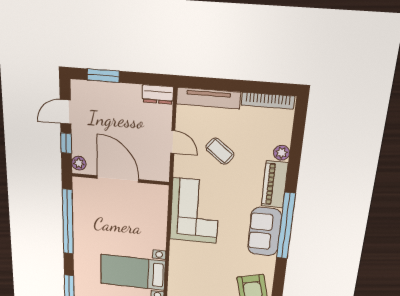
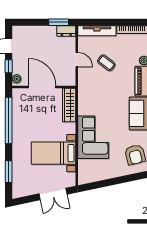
window: (103, 76) -> (59, 22), moved
wardrobe: (158, 209) -> (69, 105), added
corner sofa: (195, 211) -> (93, 137), moved

